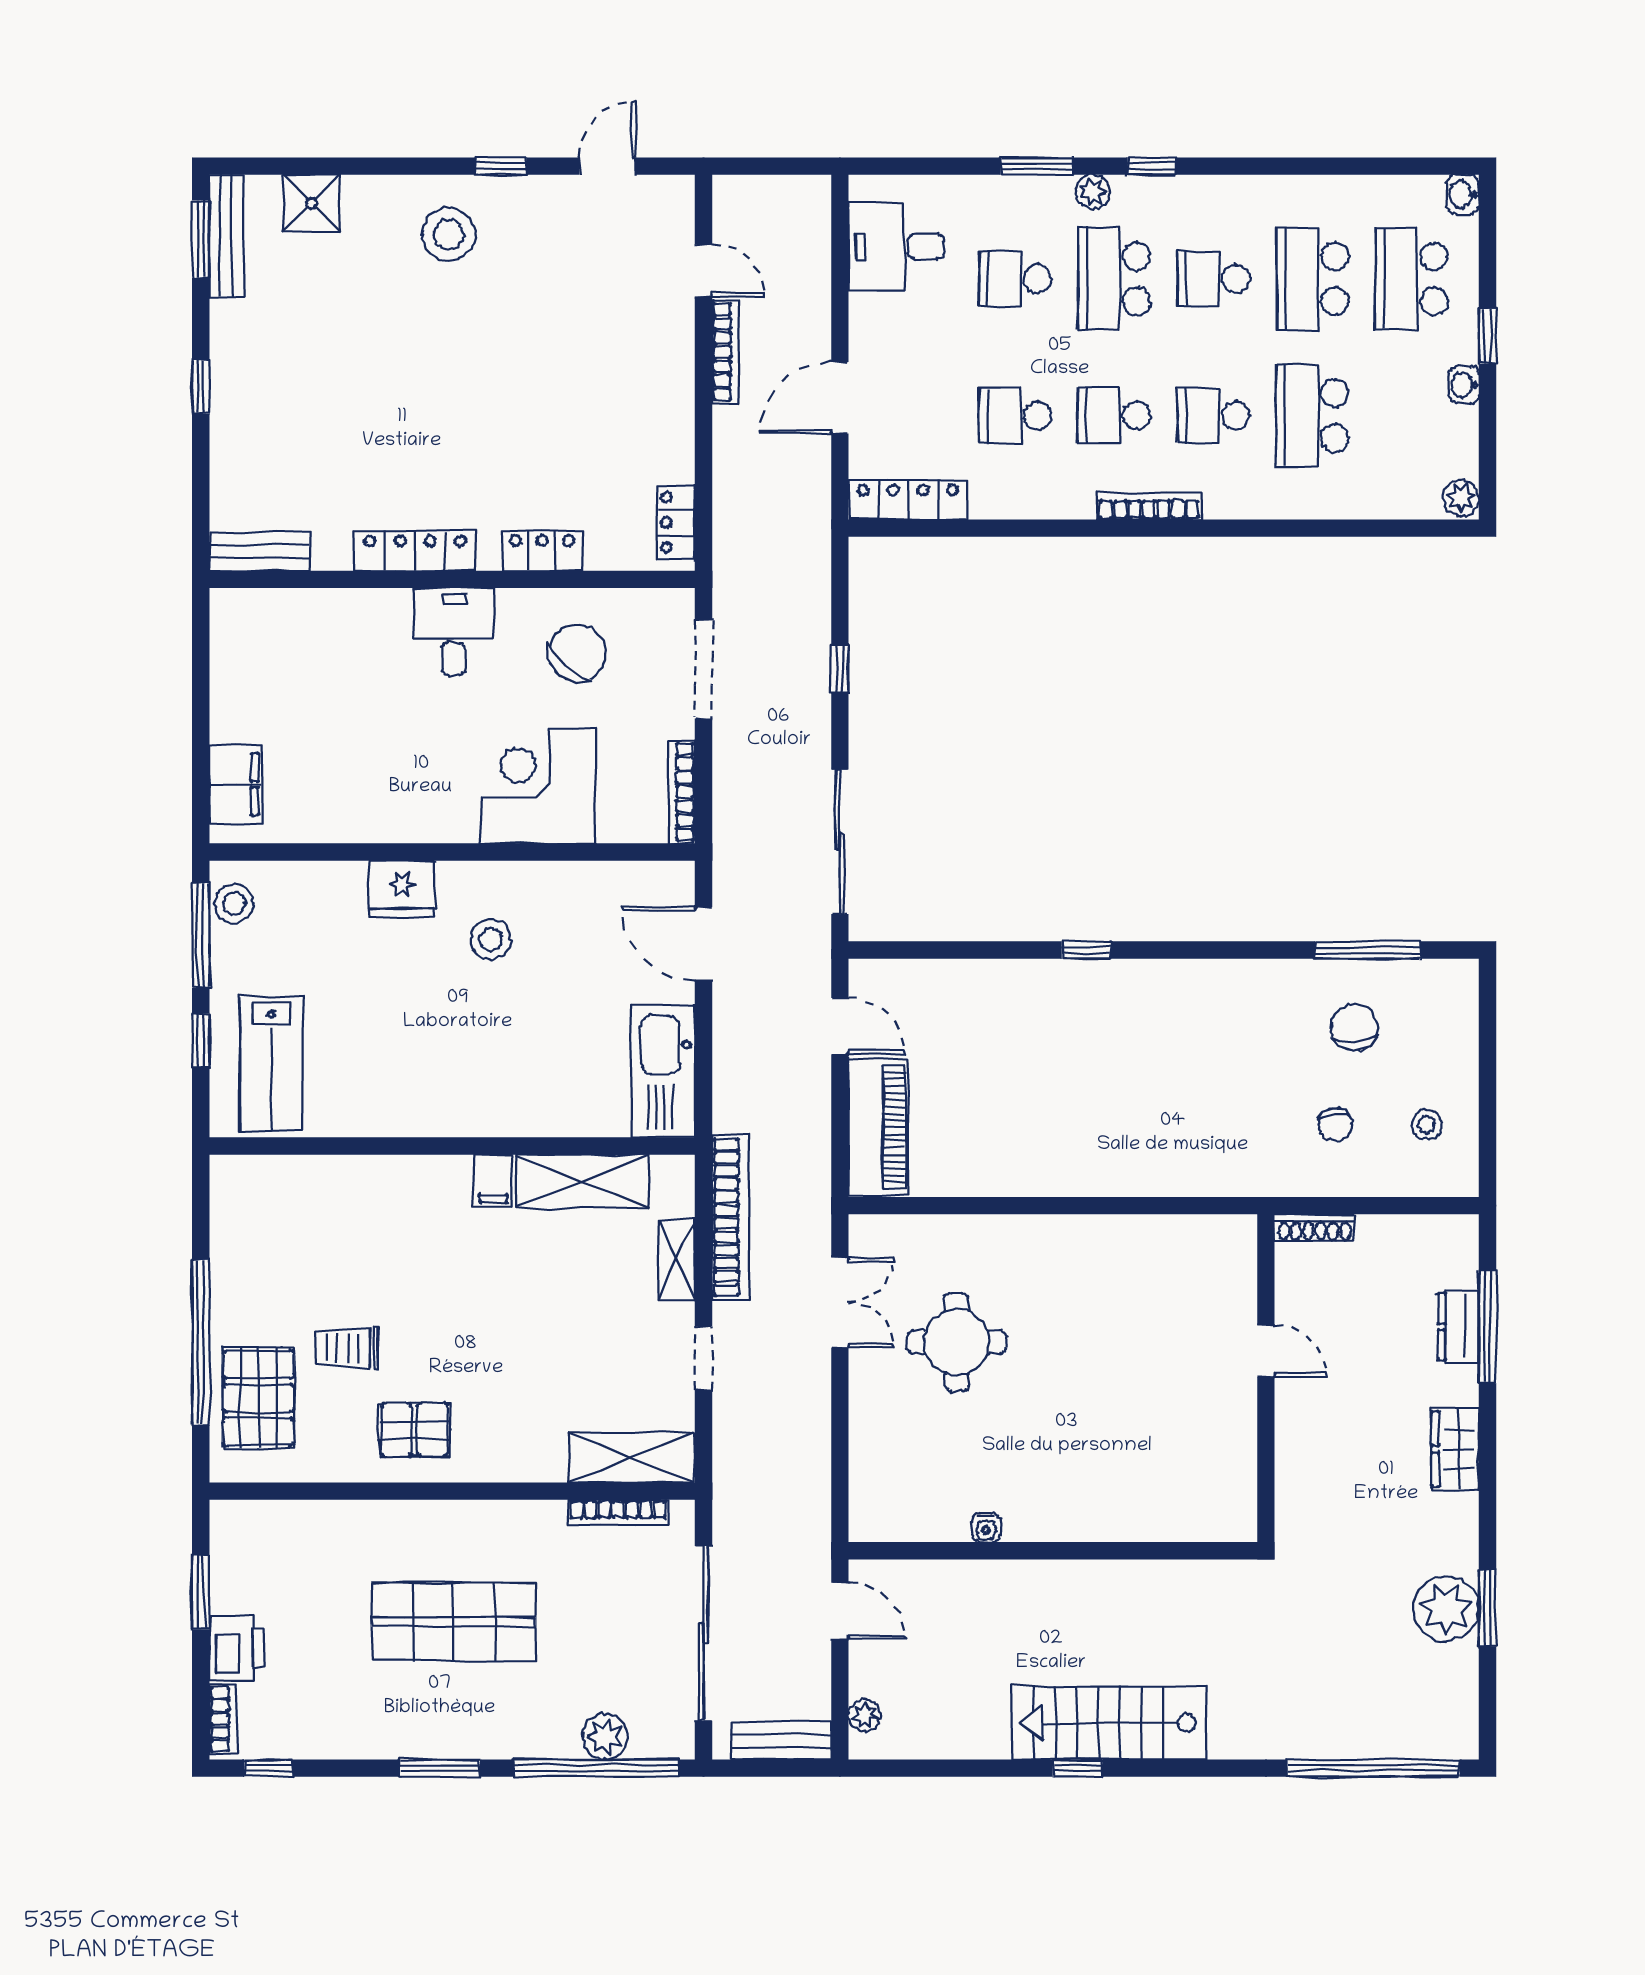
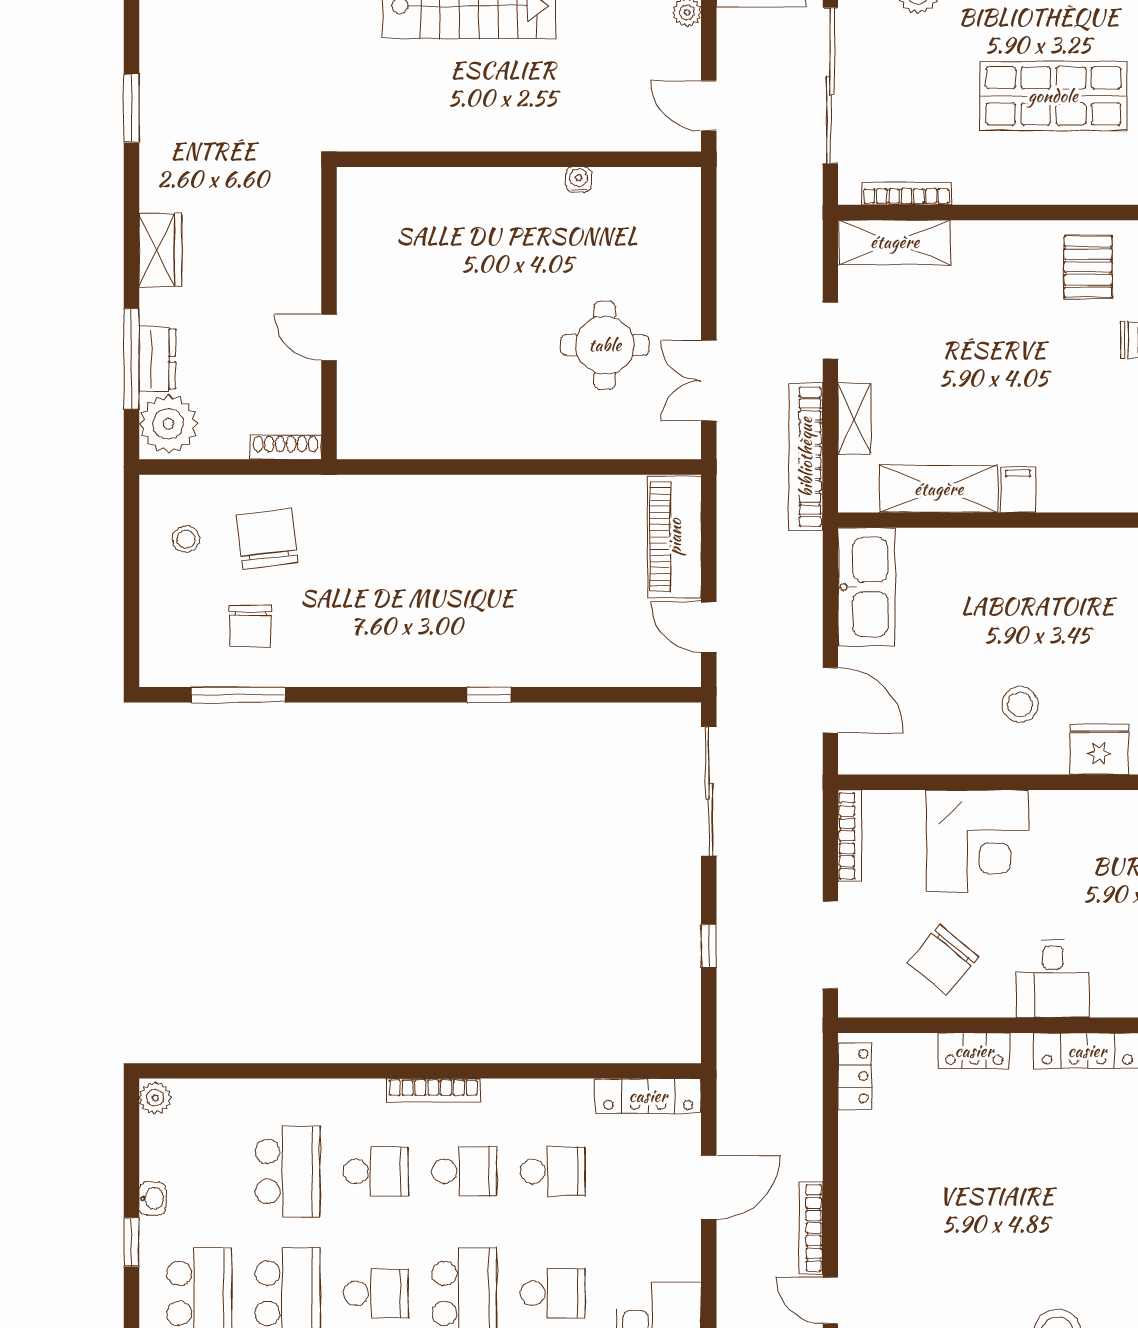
chair: (1335, 1125) -> (267, 539), width x1.87, depth x1.87
pallet: (414, 1430) -> (1088, 267), turned 90
plant: (1446, 1609) -> (168, 424), moved

